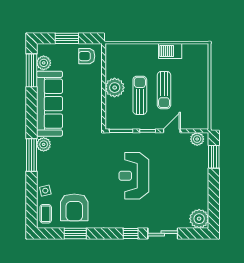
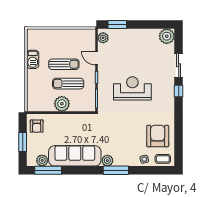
reception desk: (134, 176) -> (132, 88), turned 180
armchair: (74, 207) -> (158, 136), turned -90
window: (75, 233) -> (179, 135), removed

